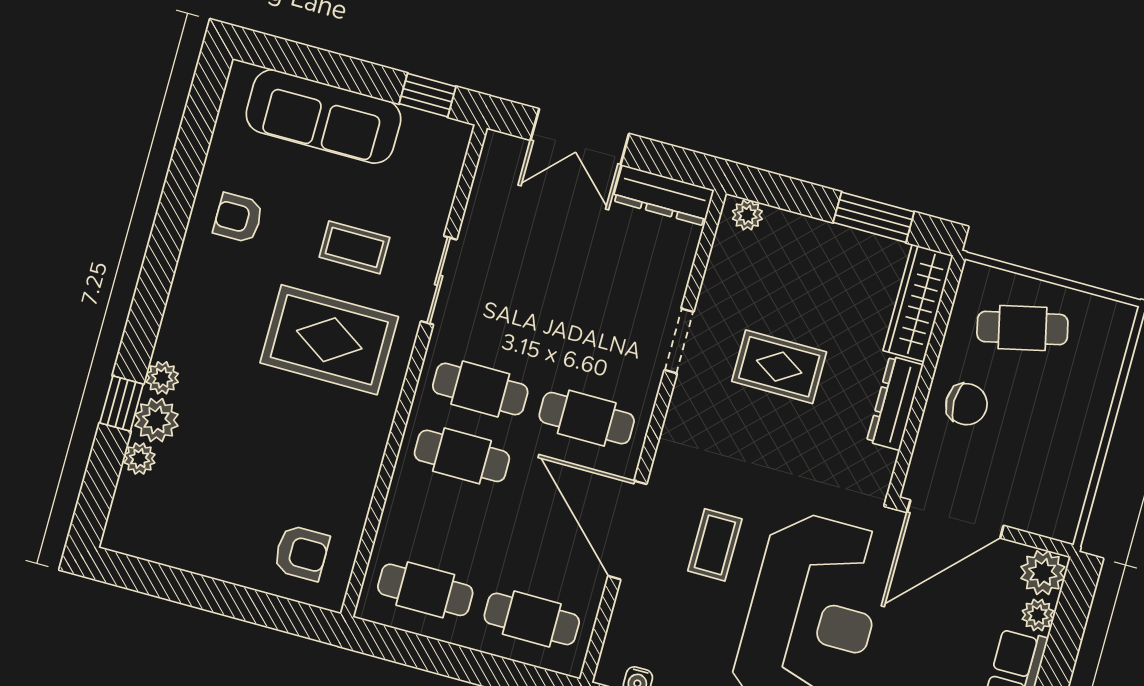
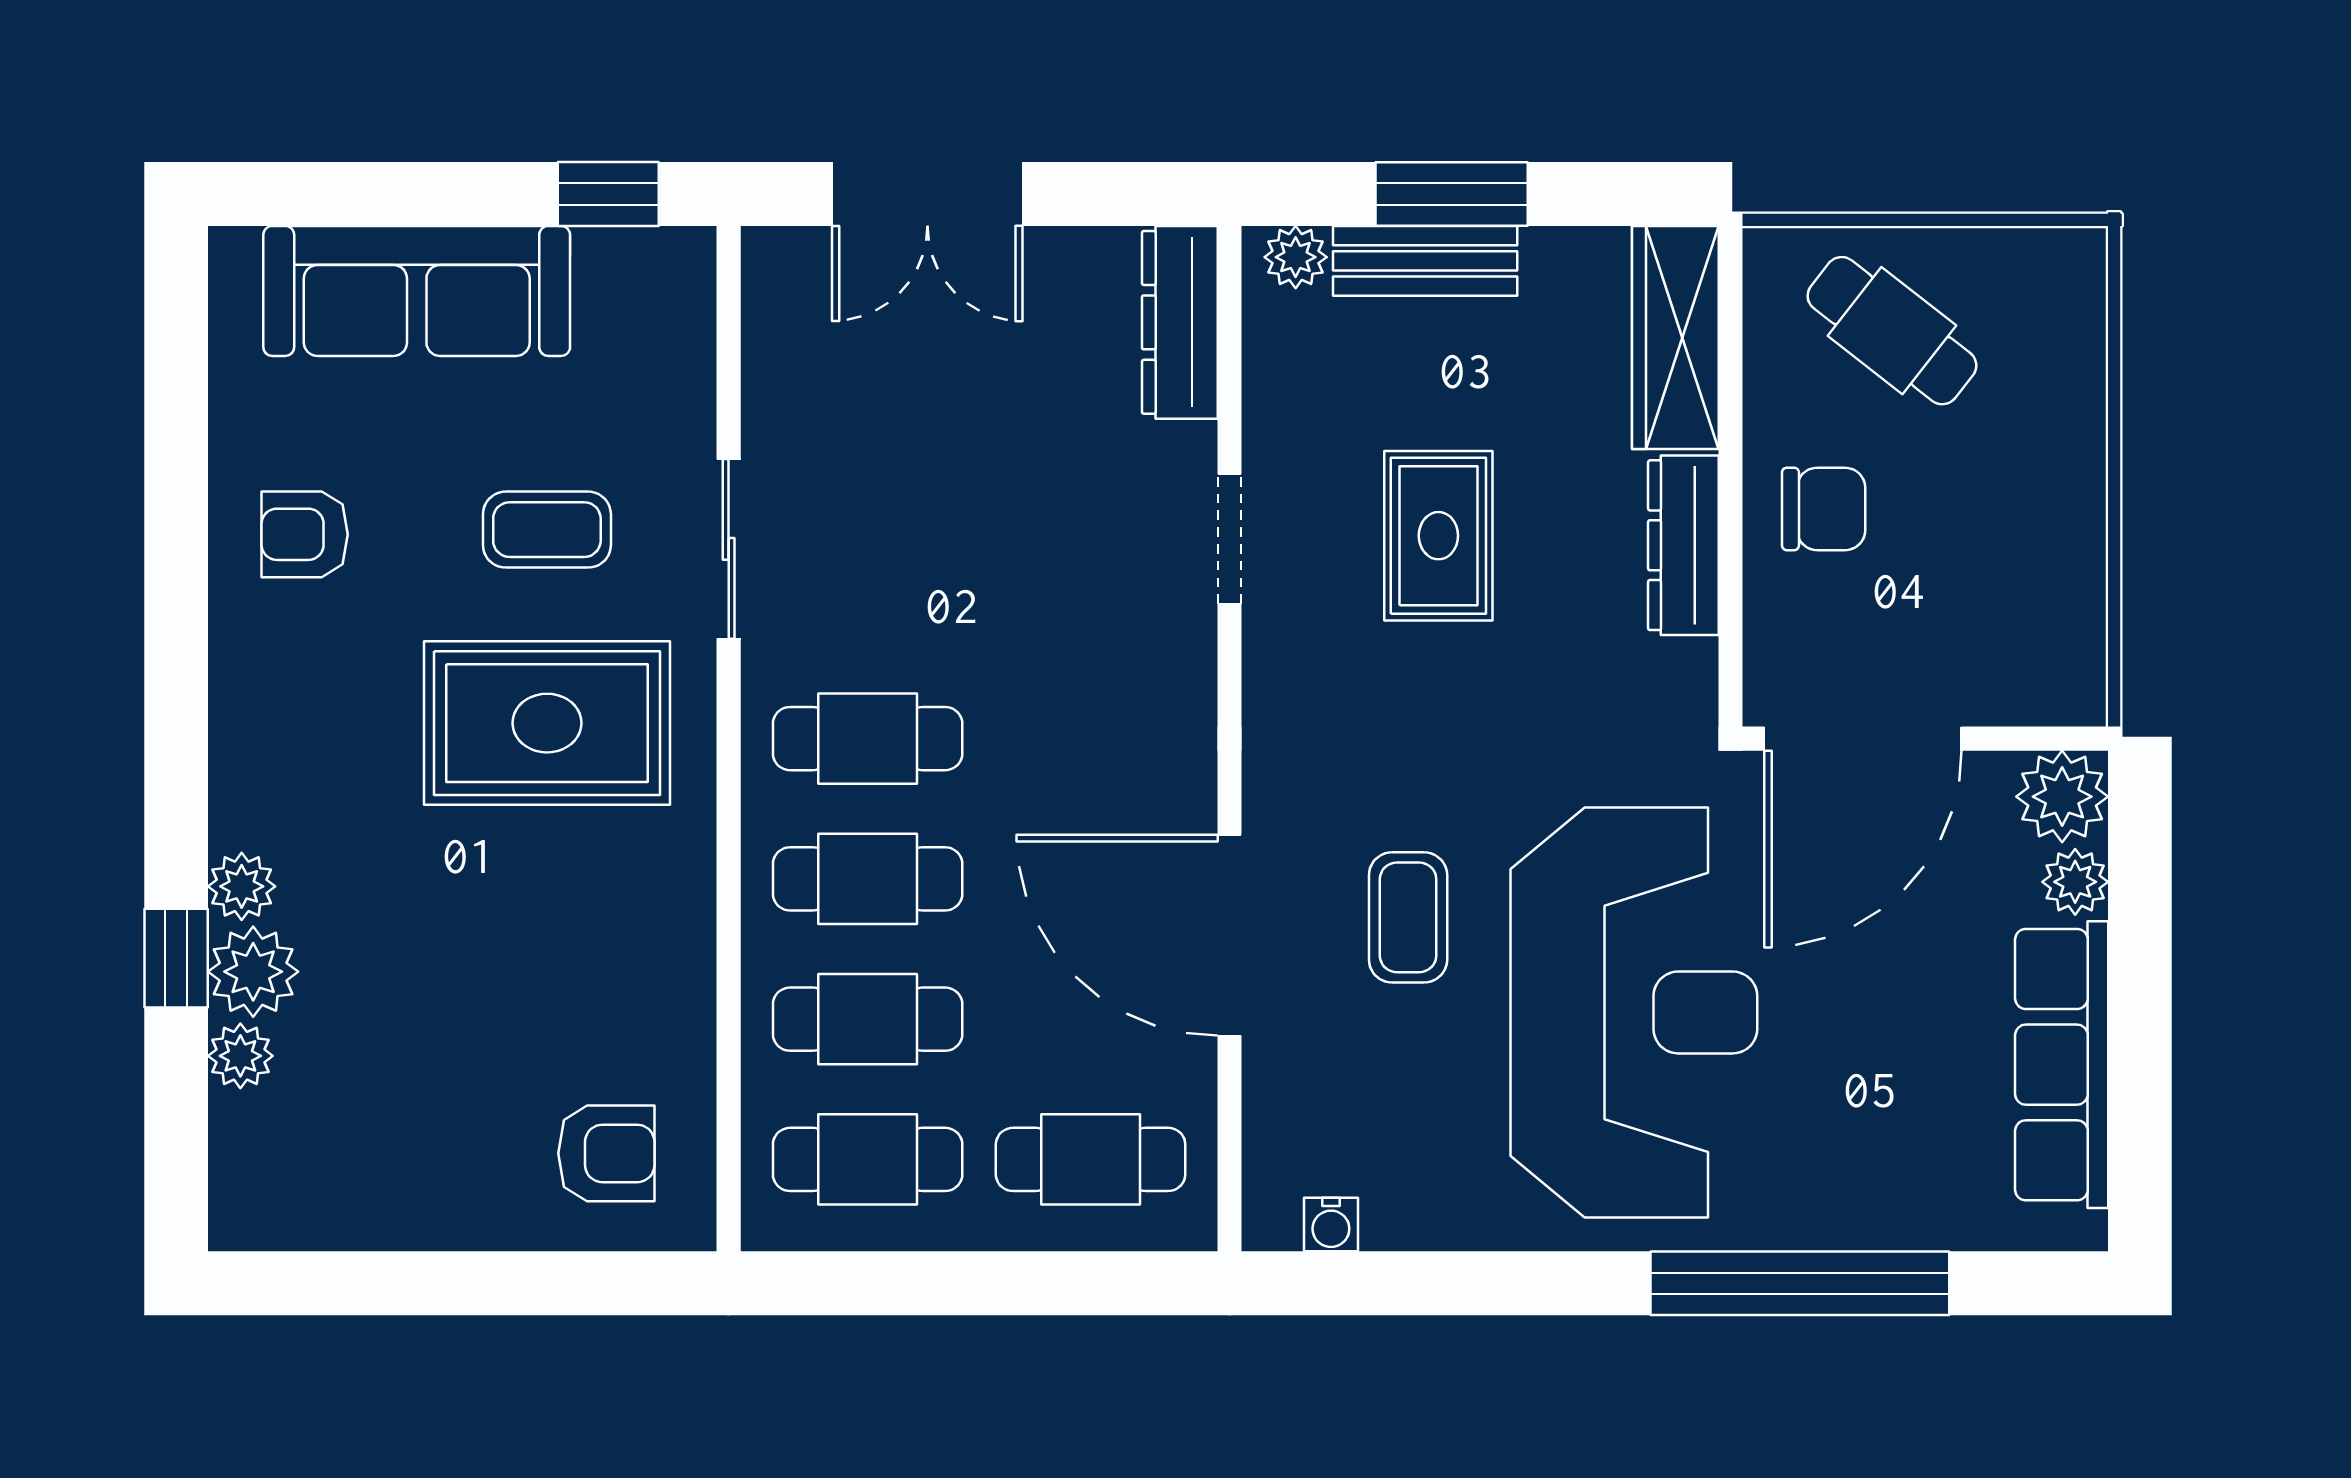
dresser: (663, 195) -> (1180, 322), moved, turned 90
window: (874, 217) -> (1452, 194), moved
bench: (809, 234) -> (1425, 261), added
cafe table: (1022, 328) -> (1892, 331), turned 51
rug: (779, 367) -> (1438, 536), turned 90
cafe table: (587, 418) -> (868, 1019), moved

